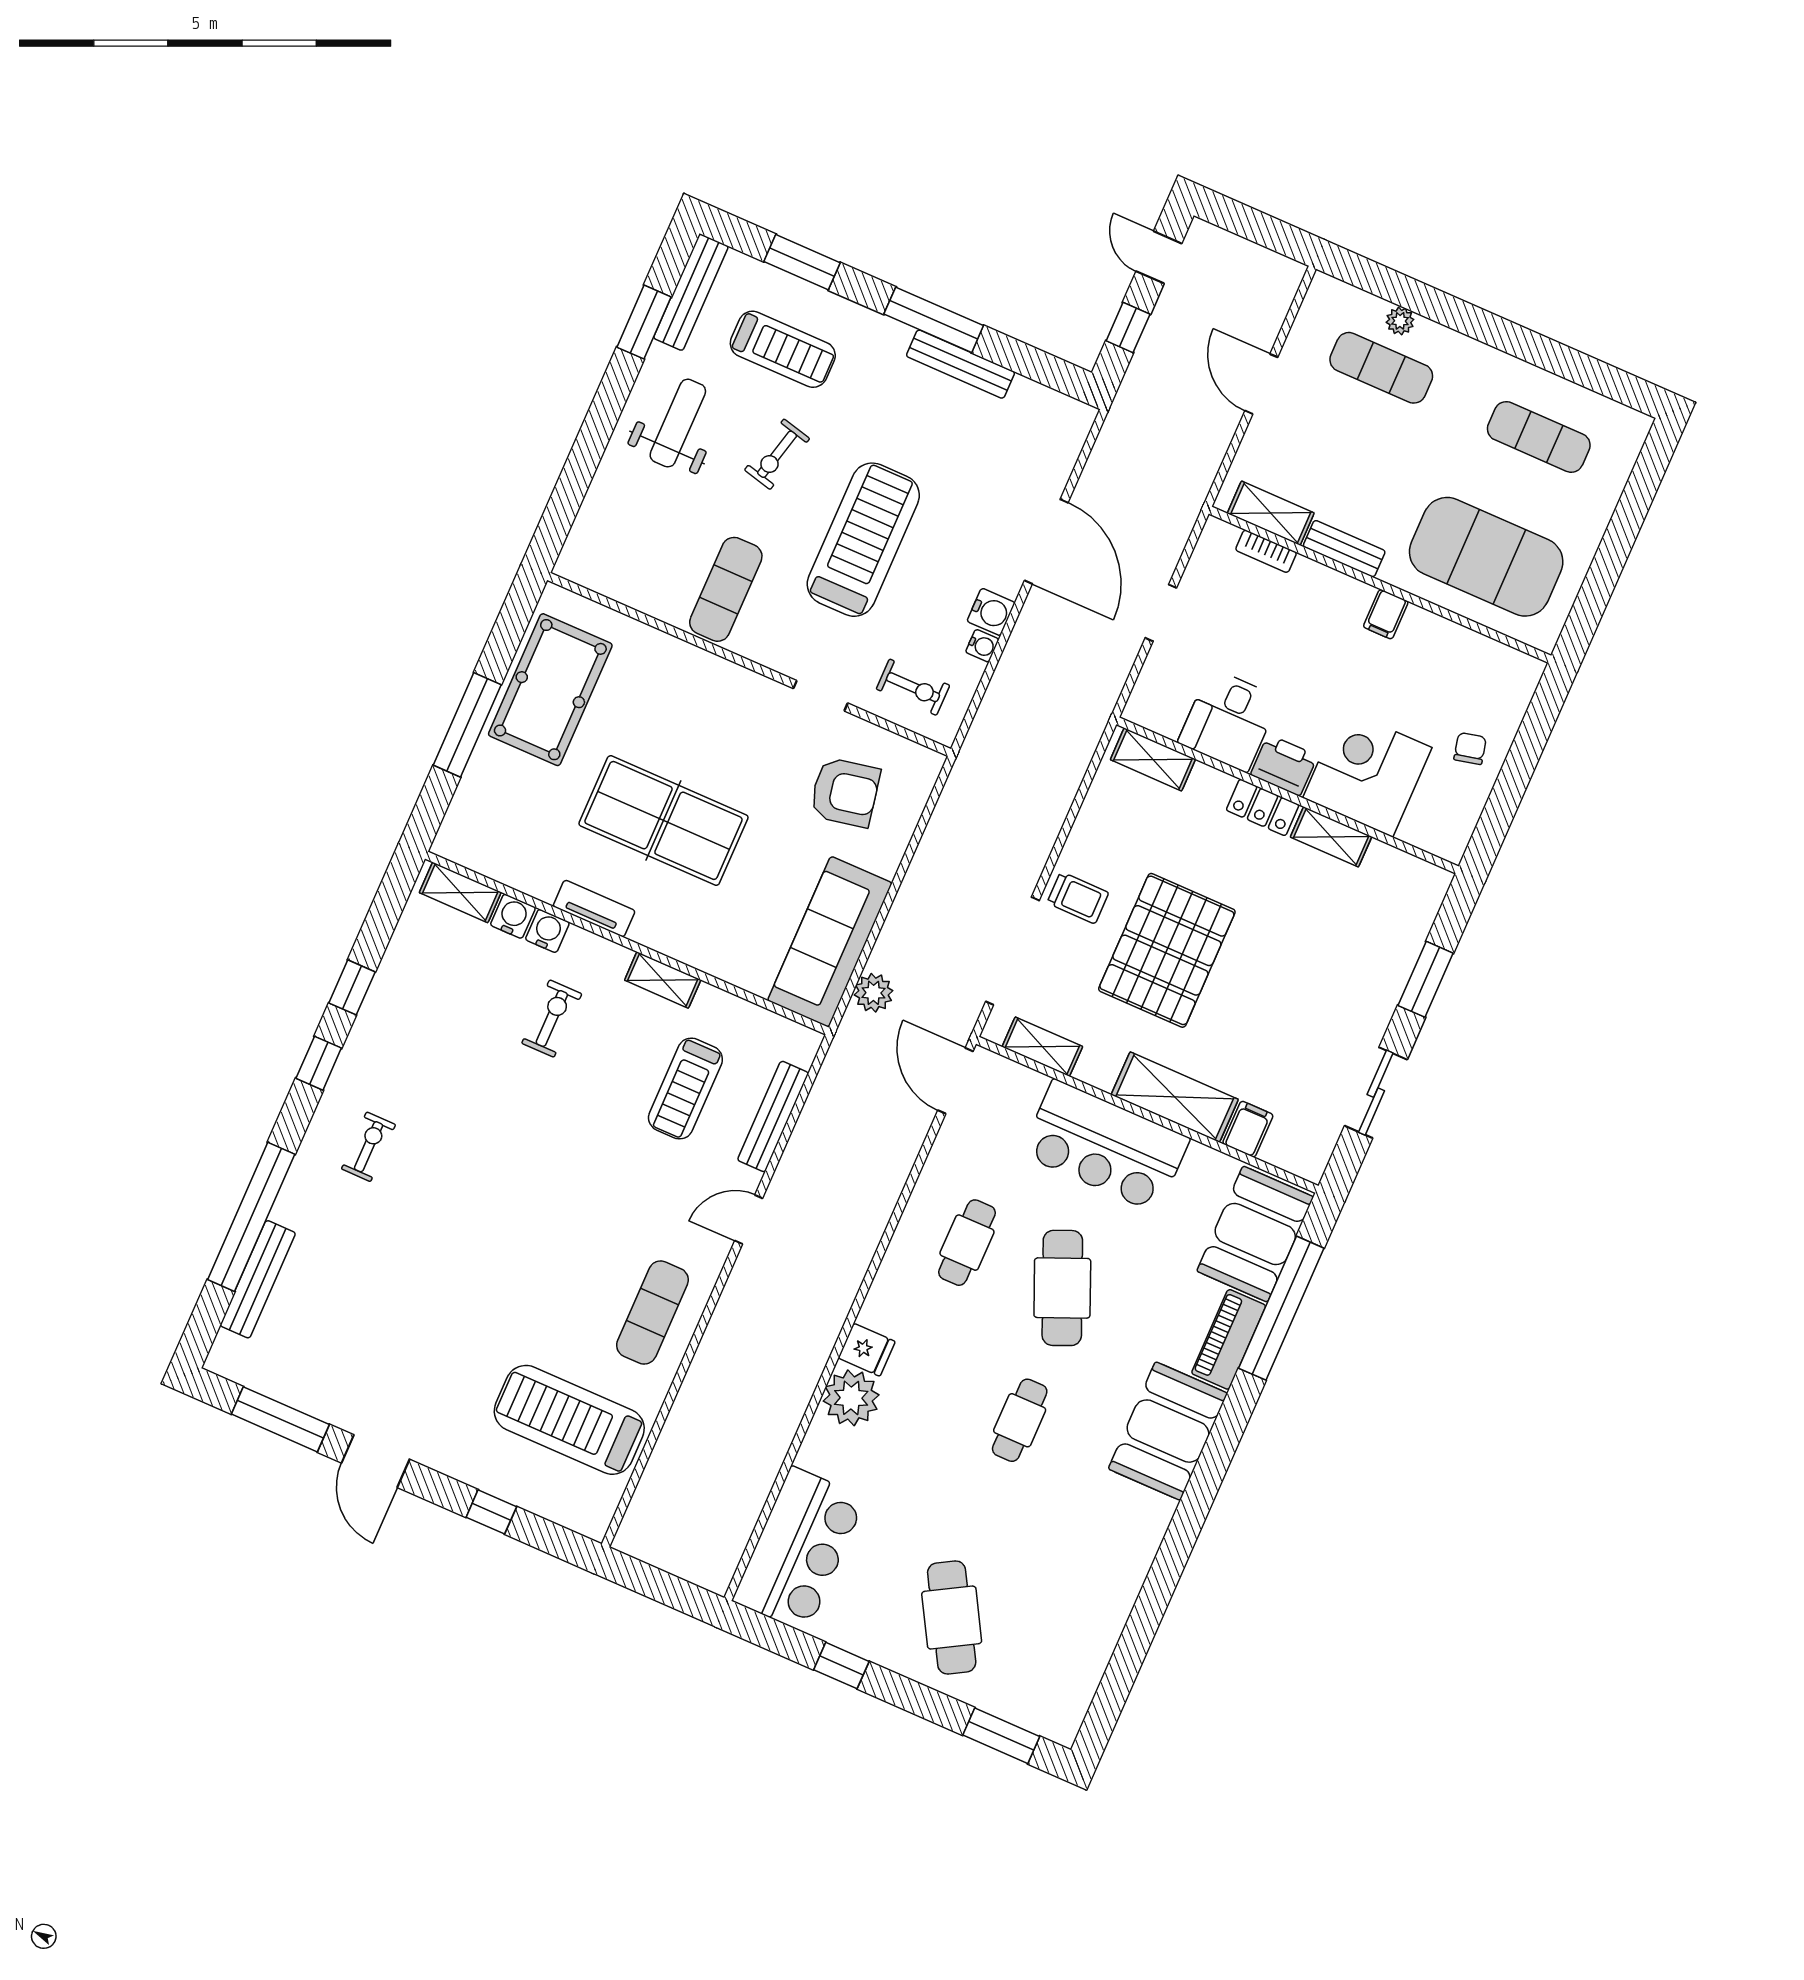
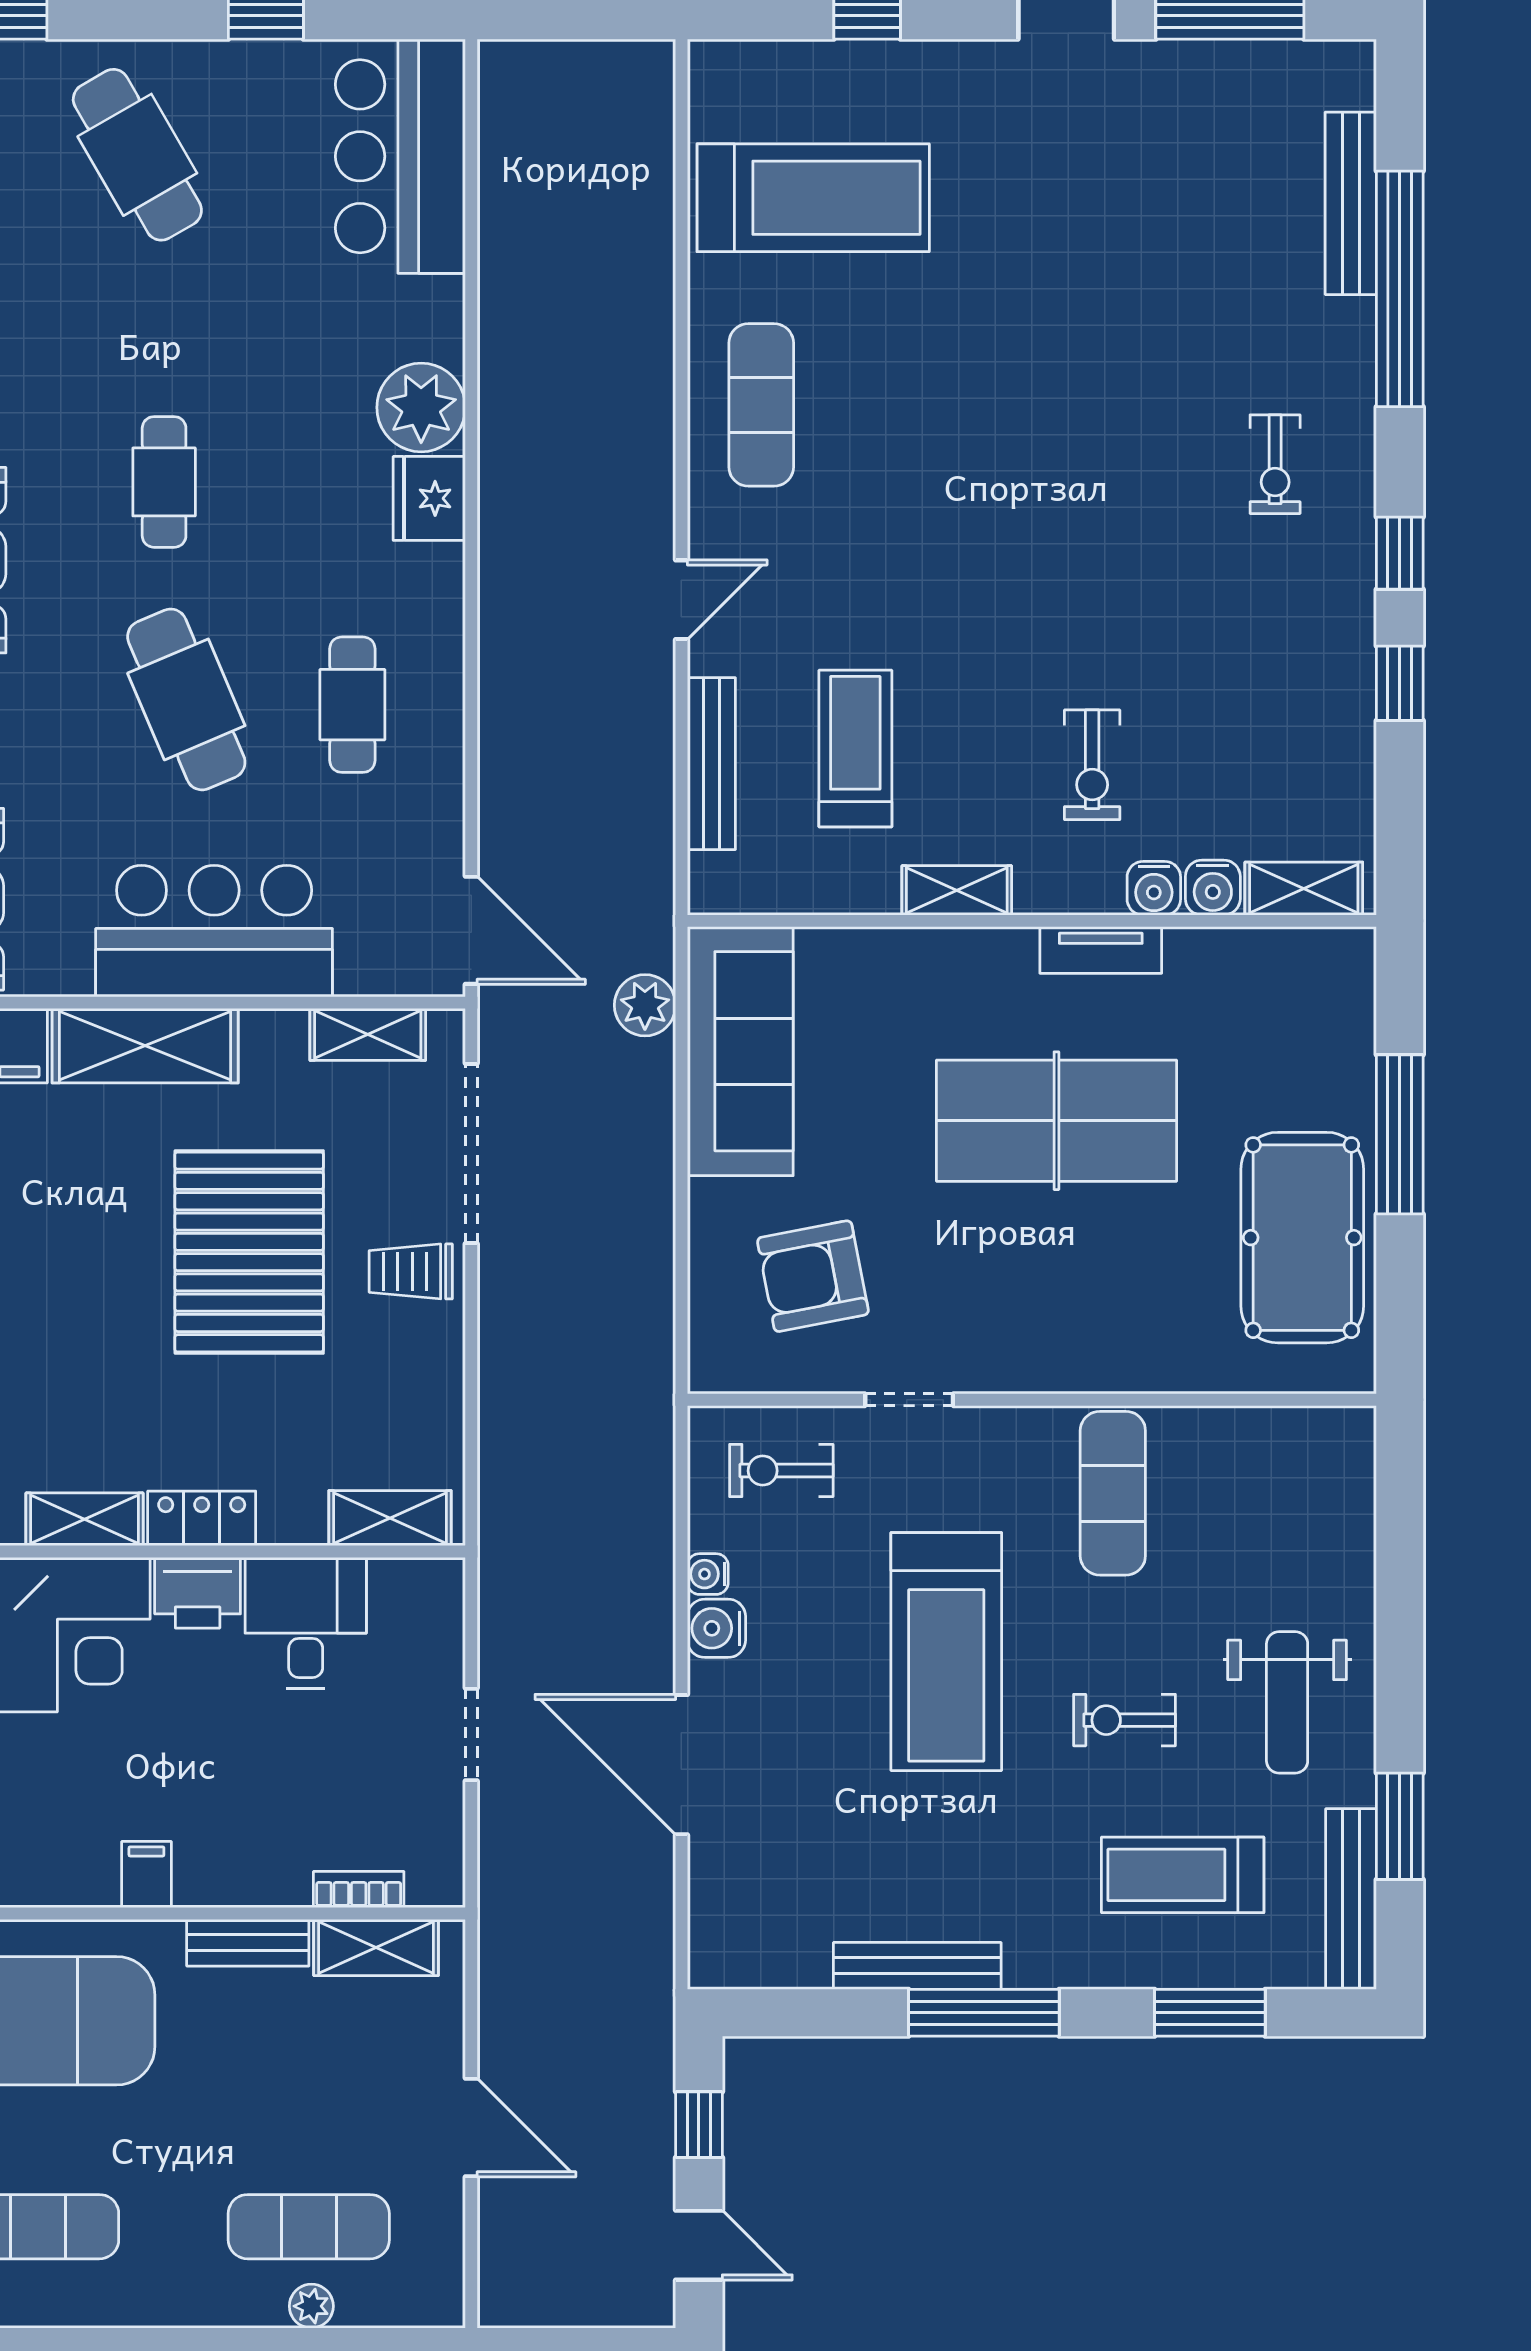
exercise bike: (777, 454) -> (1125, 1720), turned -104
fridge: (867, 1350) -> (429, 498), width x1.38

